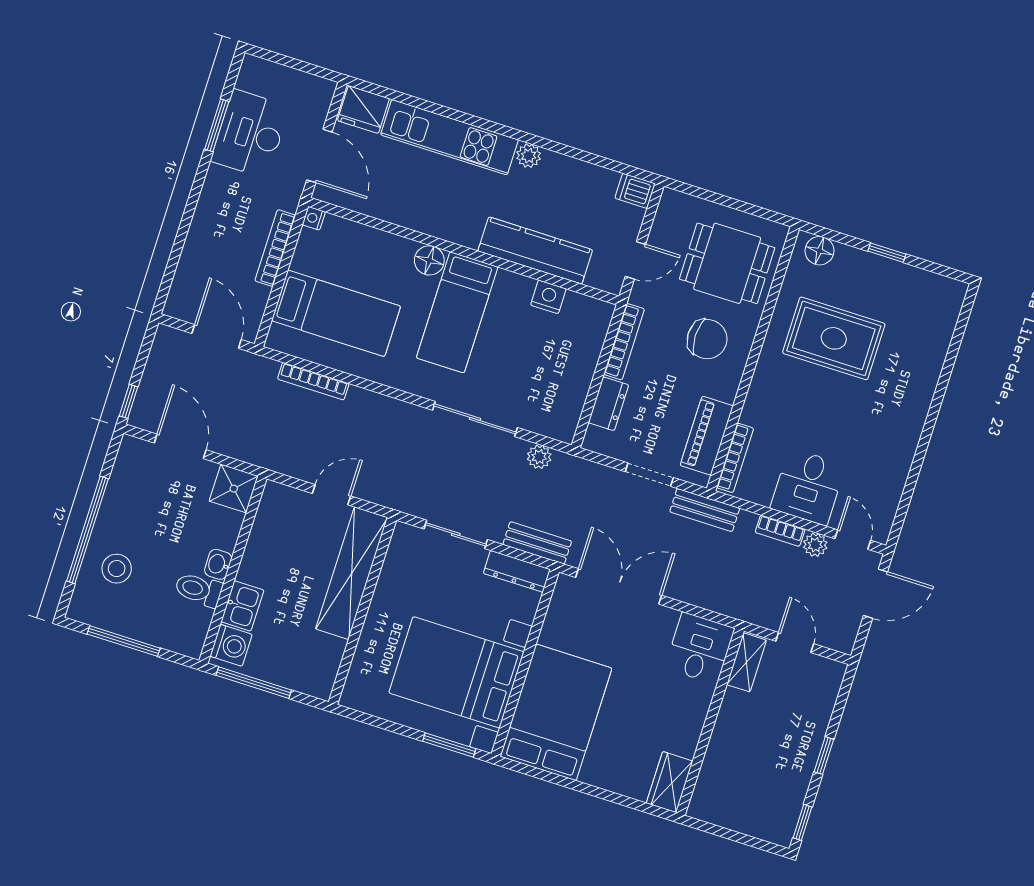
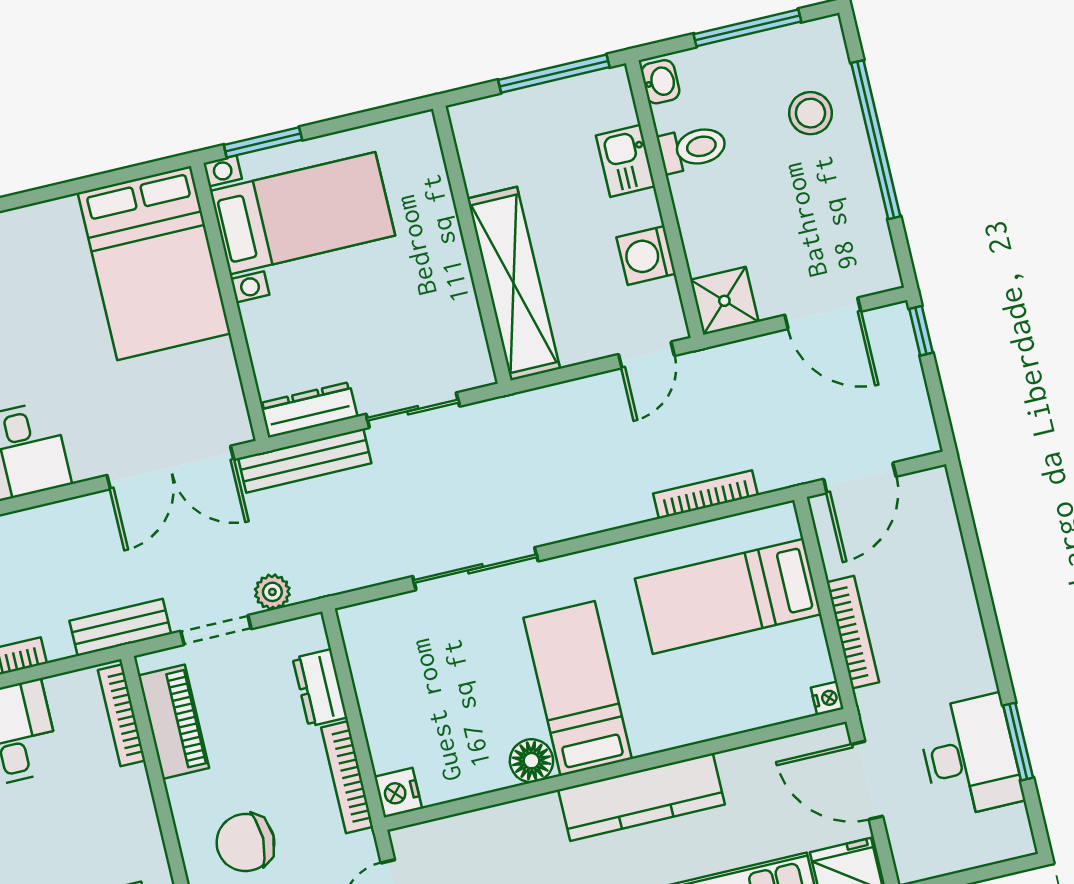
kitchen counter: (535, 250) -> (641, 797), moved
floor lamp: (429, 260) -> (531, 761), moved
nightstand: (548, 297) -> (398, 793), moved, turned 90
door: (217, 336) -> (860, 478), hinge flipped
plant: (539, 457) -> (272, 592), moved
door: (332, 495) -> (646, 355), moved
bench: (537, 543) -> (305, 461), width x1.36
washbasin: (218, 564) -> (660, 82), moved
washing machine: (231, 645) -> (646, 255), moved
bed with nightstands: (456, 672) -> (302, 213), width x0.73

